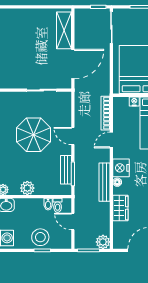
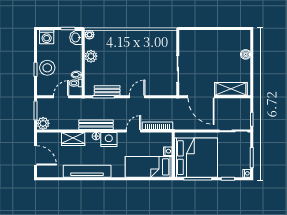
boiler: (25, 14) -> (246, 54), added
parasol: (33, 135) -> (138, 62), removed
door: (111, 140) -> (134, 131), hinge flipped

